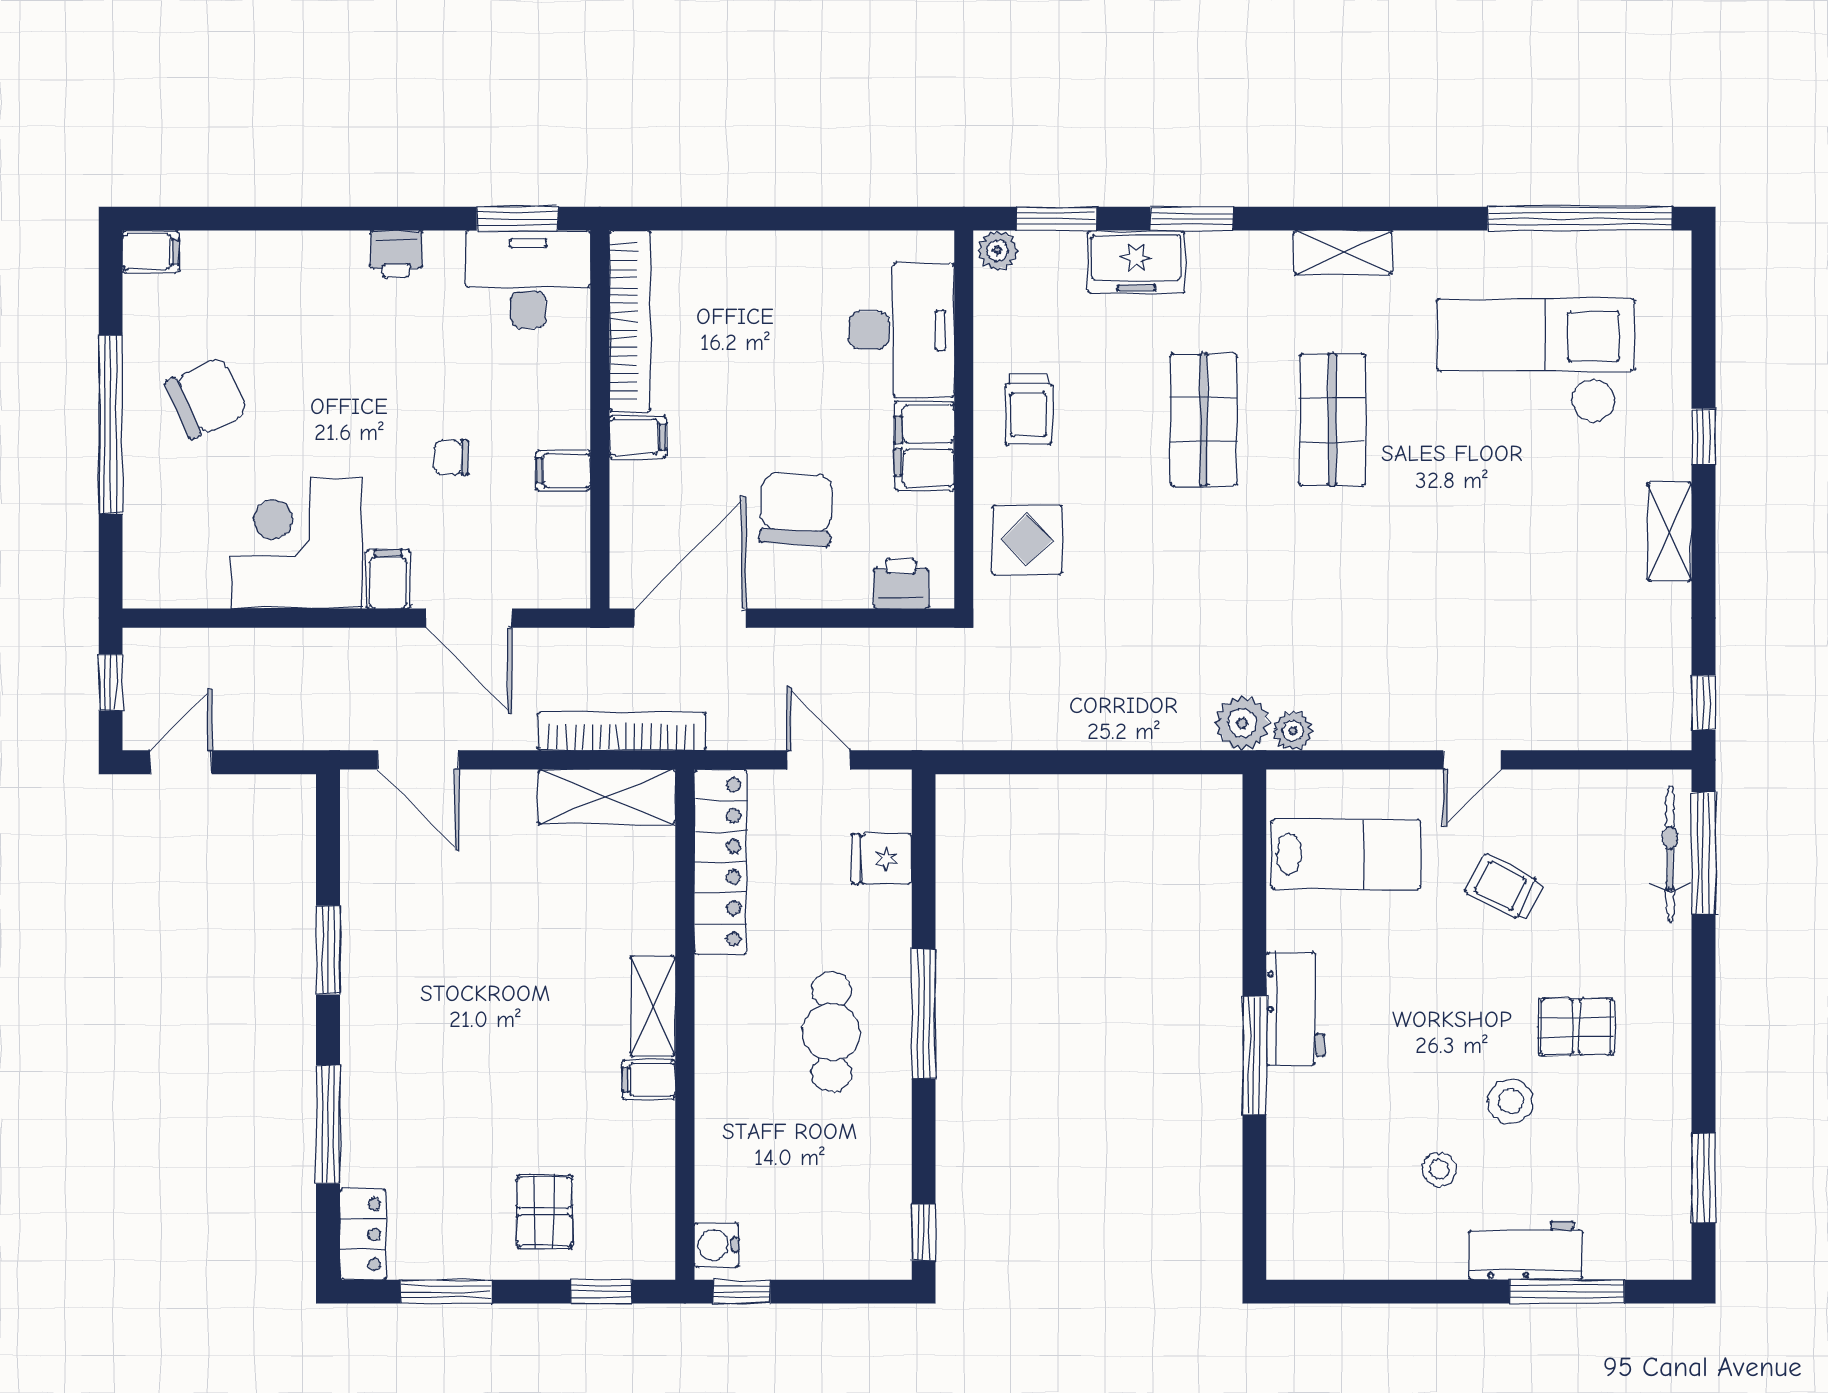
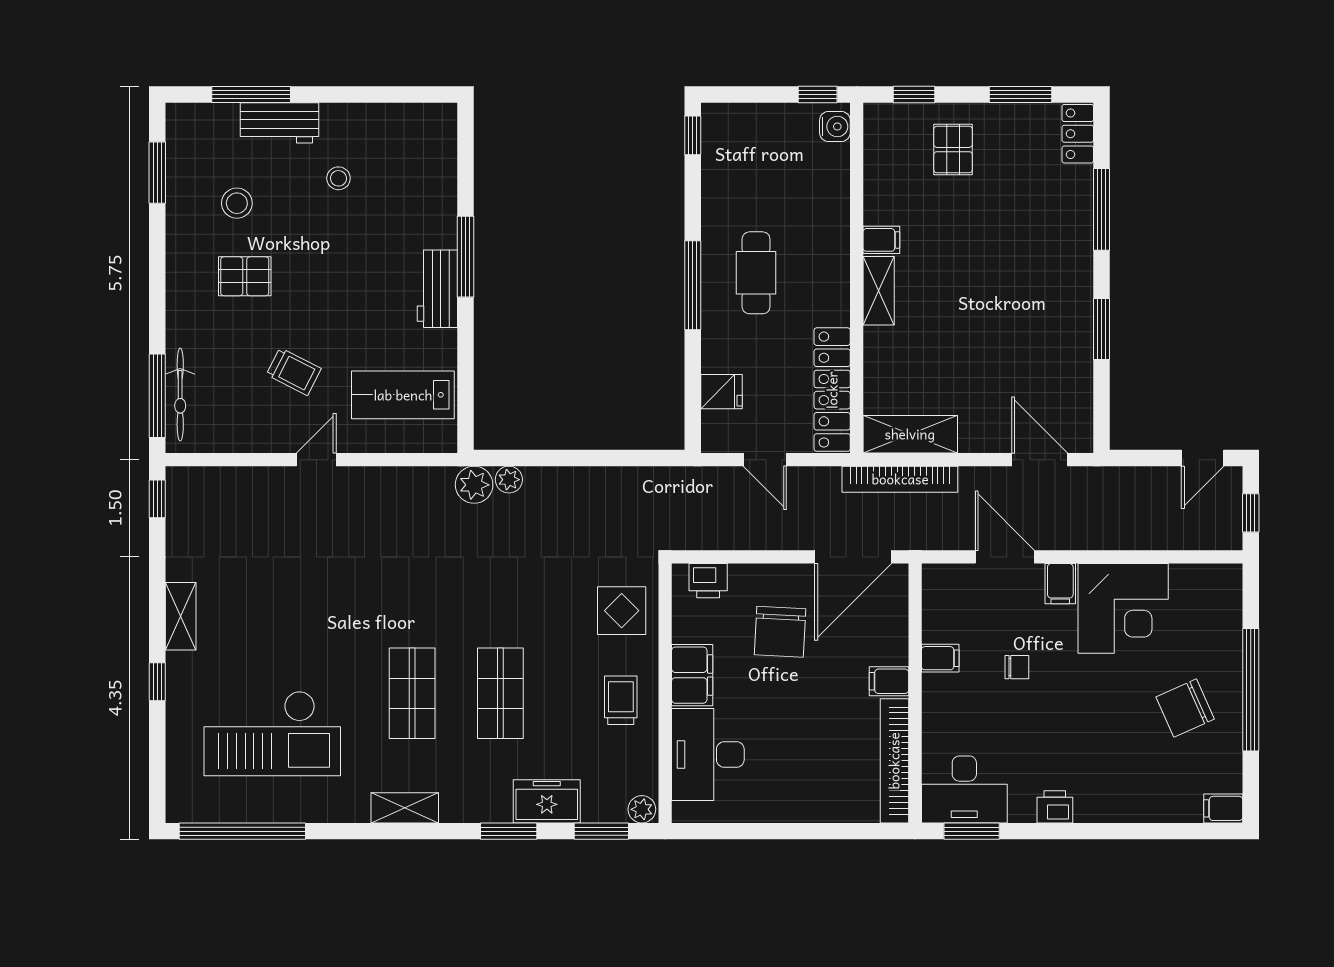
plant: (1293, 731) -> (509, 480), moved
stool: (1511, 1101) -> (237, 203), moved

